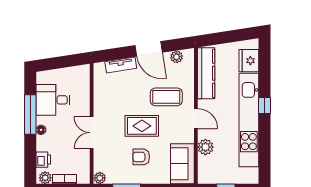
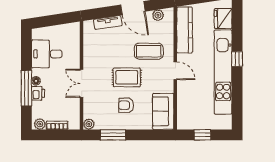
window: (30, 114) -> (26, 88), moved
plant: (205, 147) -> (184, 96), removed
printer: (43, 160) -> (38, 93), moved

